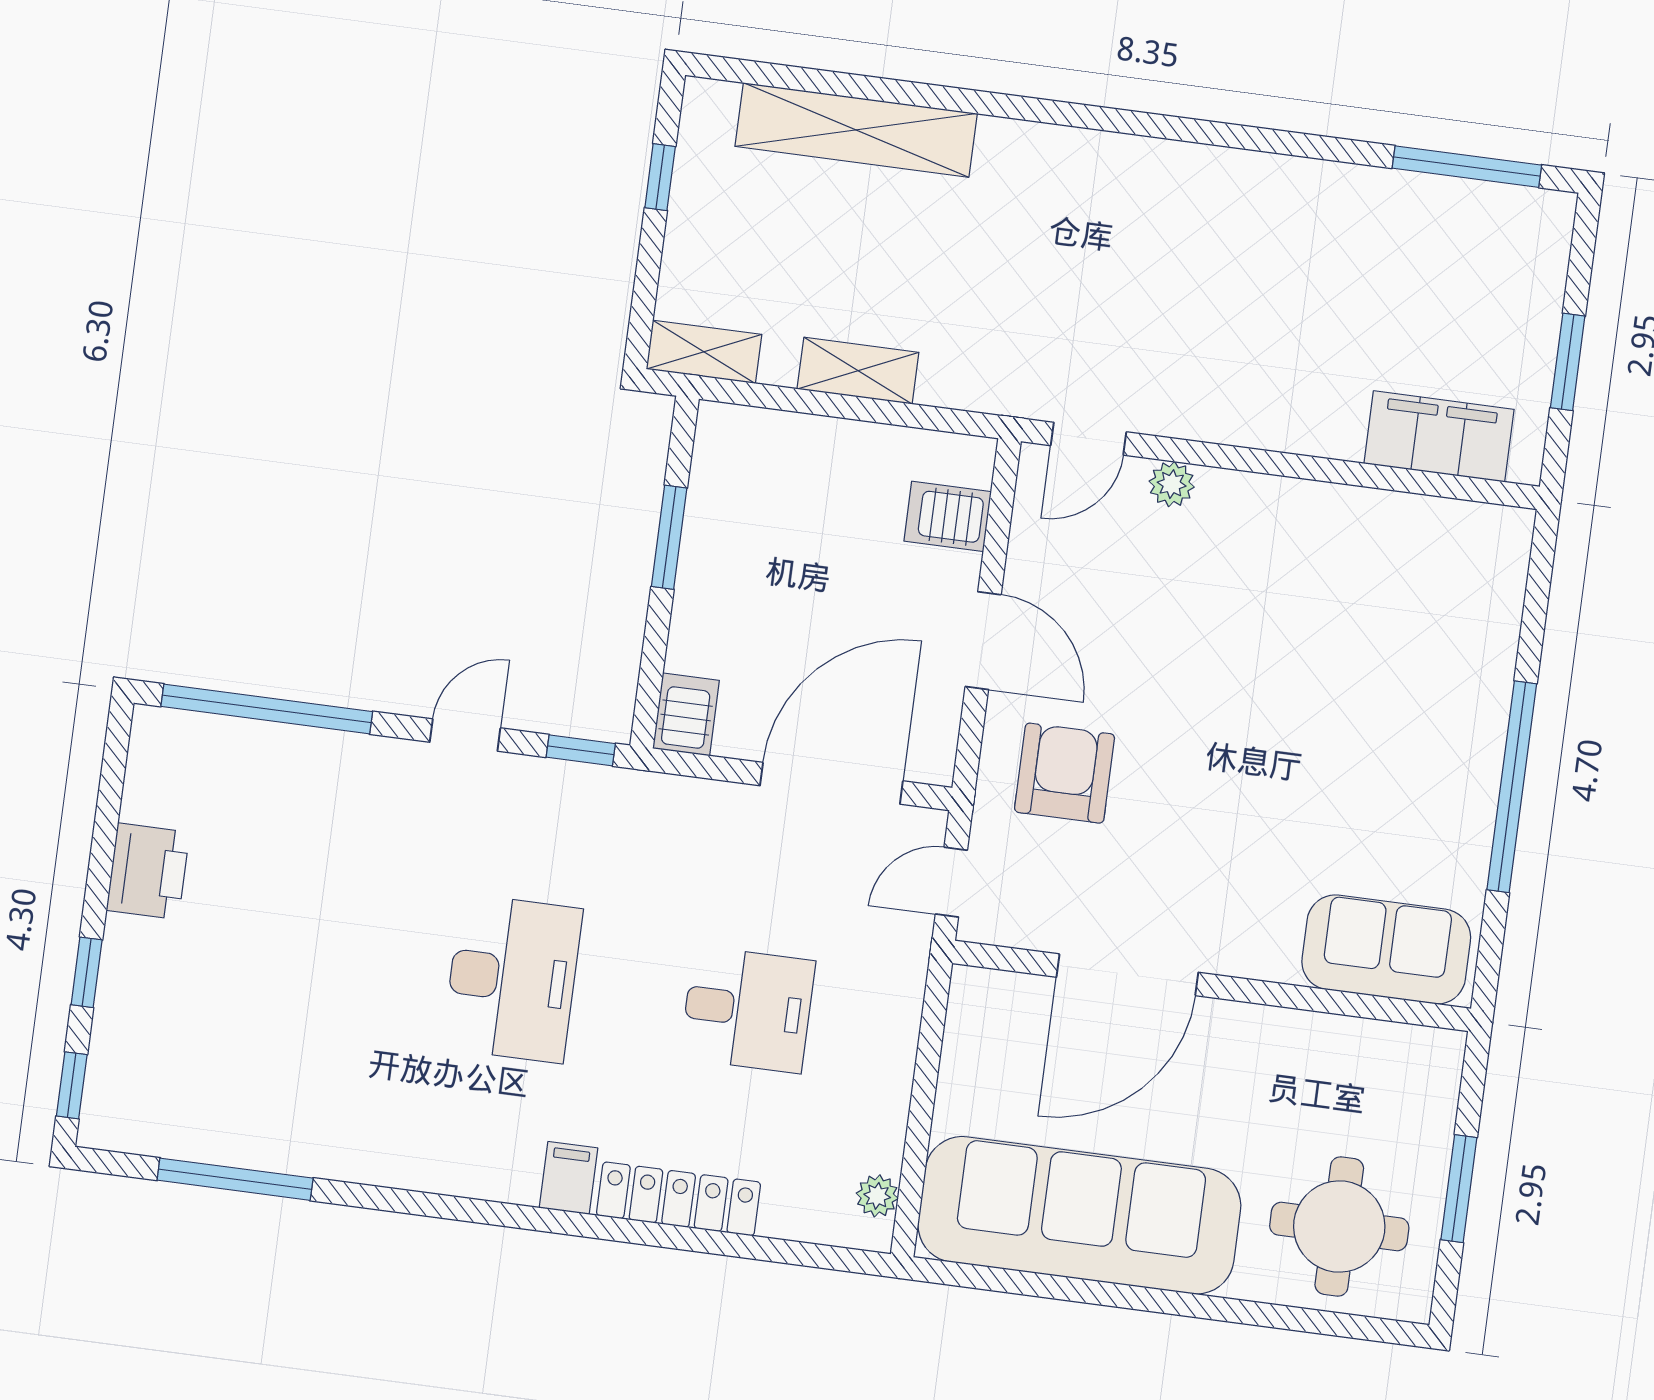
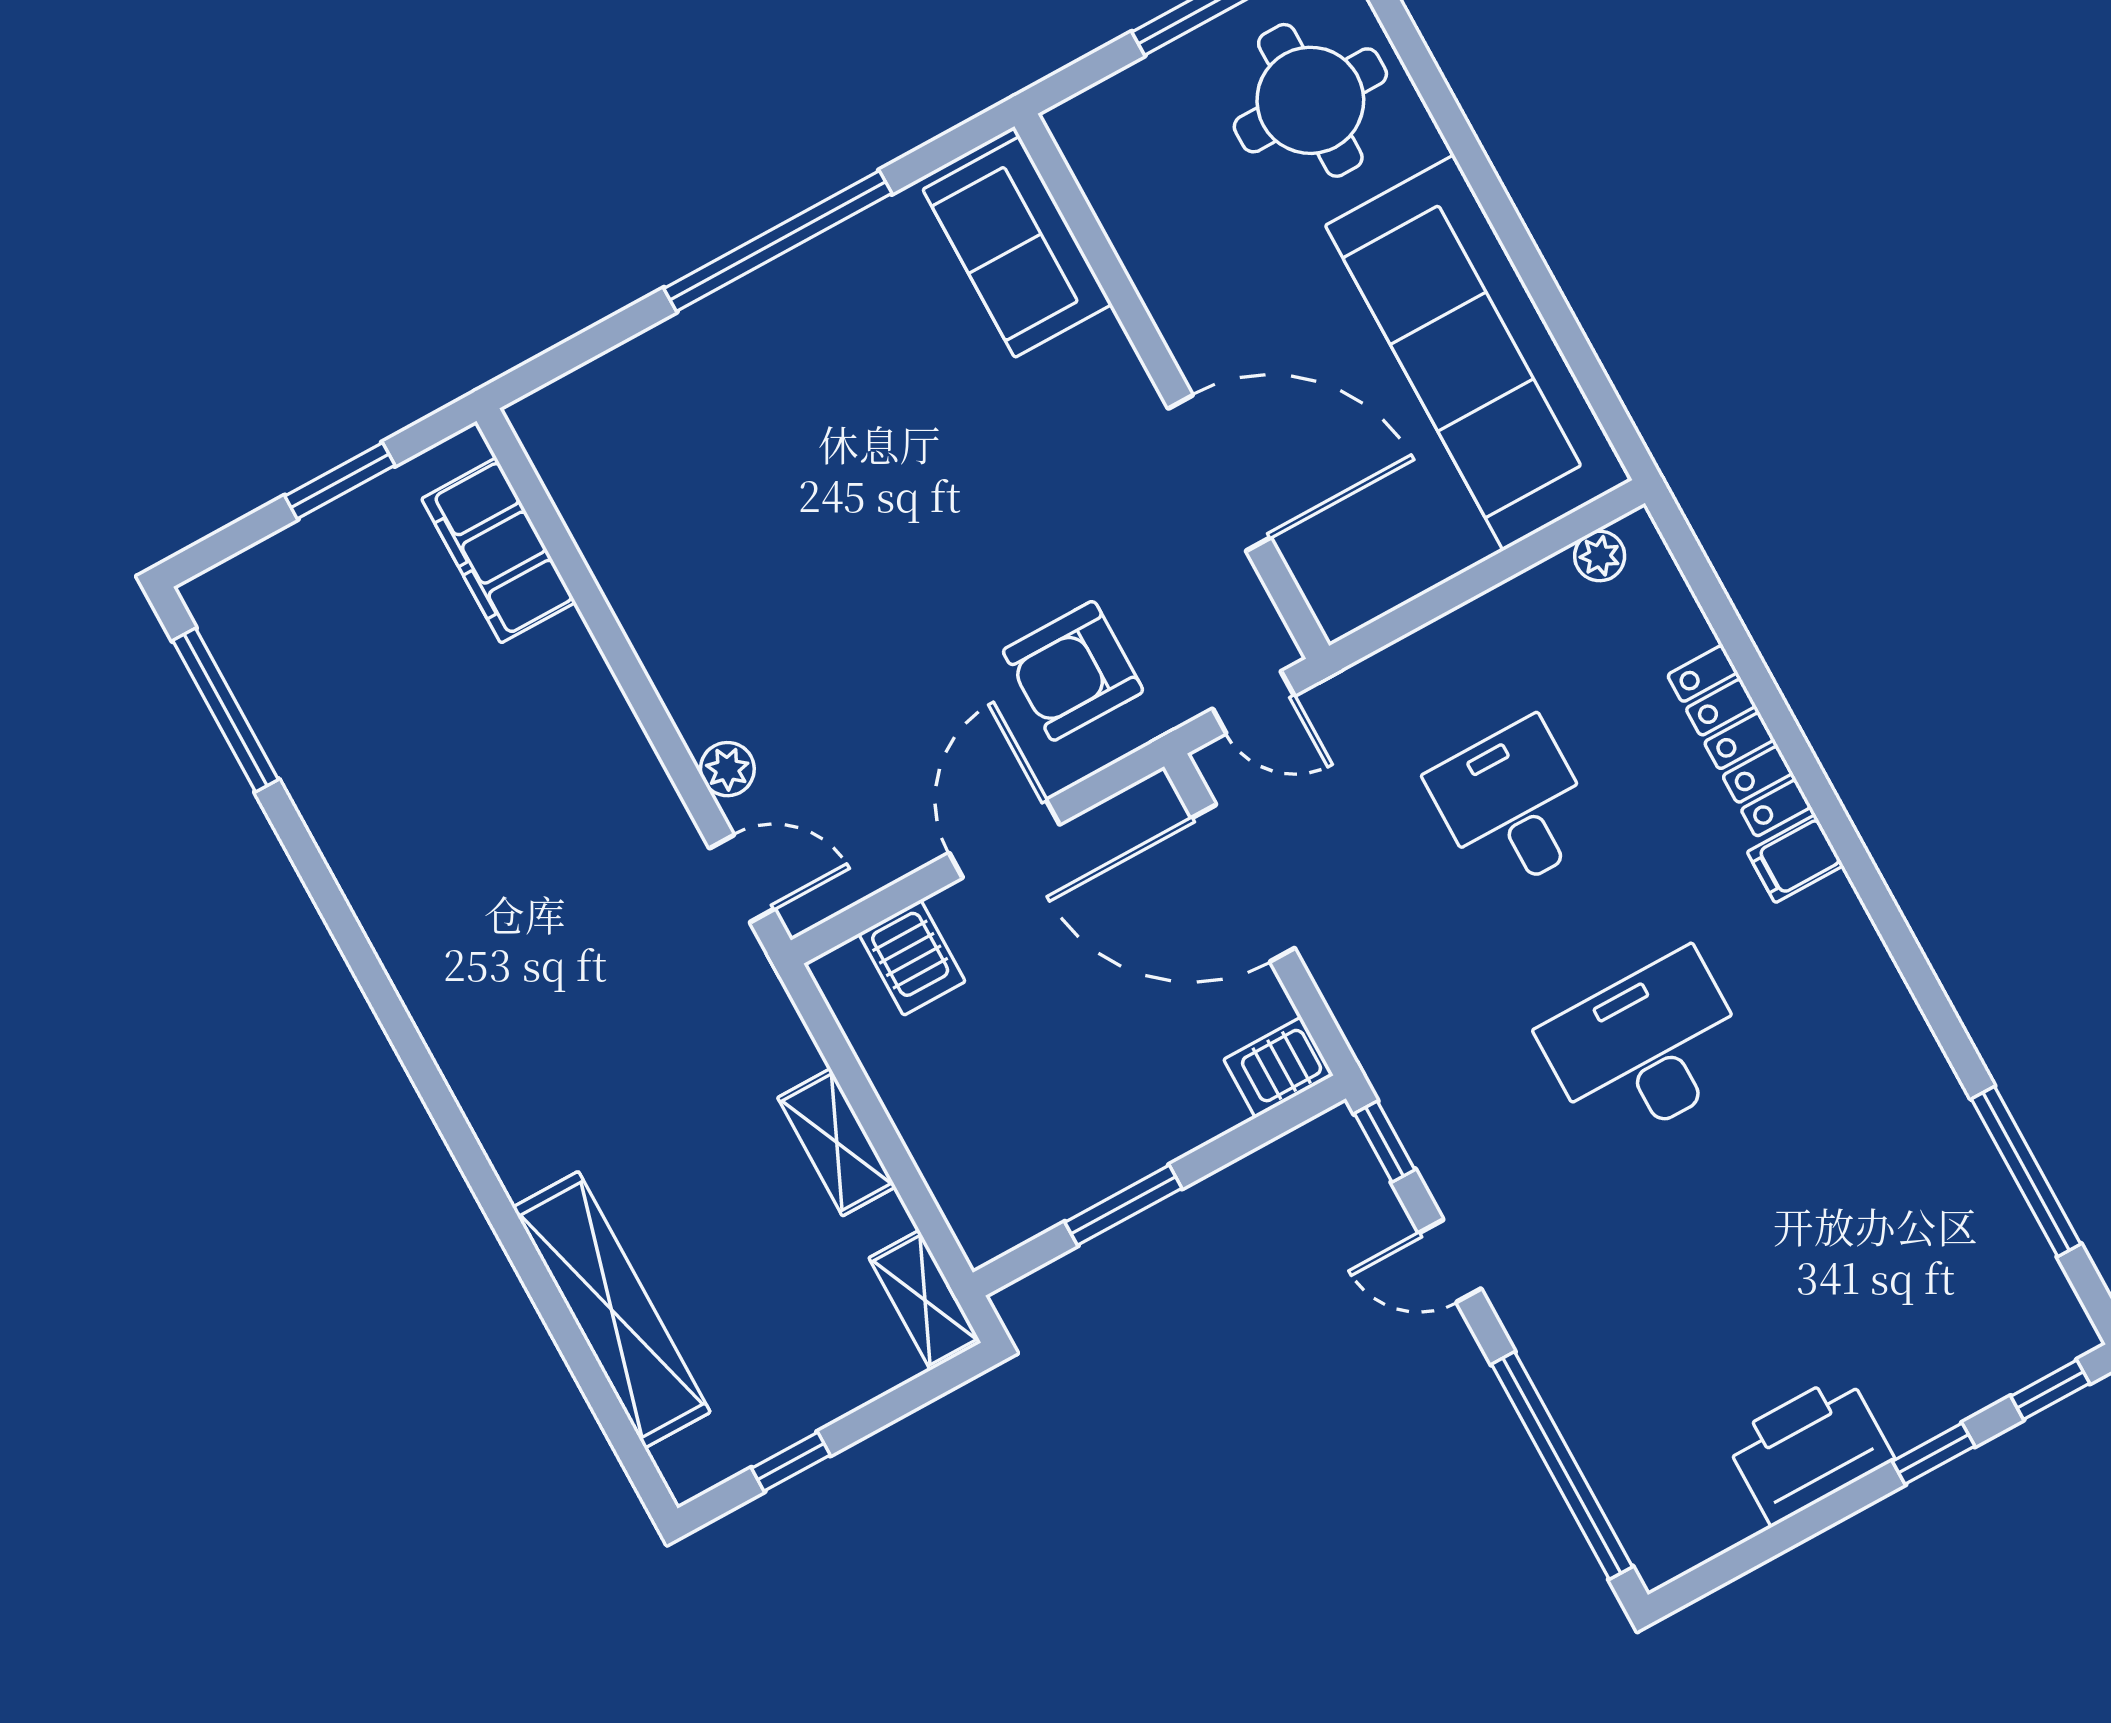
printer: (148, 871) -> (1809, 1449), width x1.37, depth x1.19

